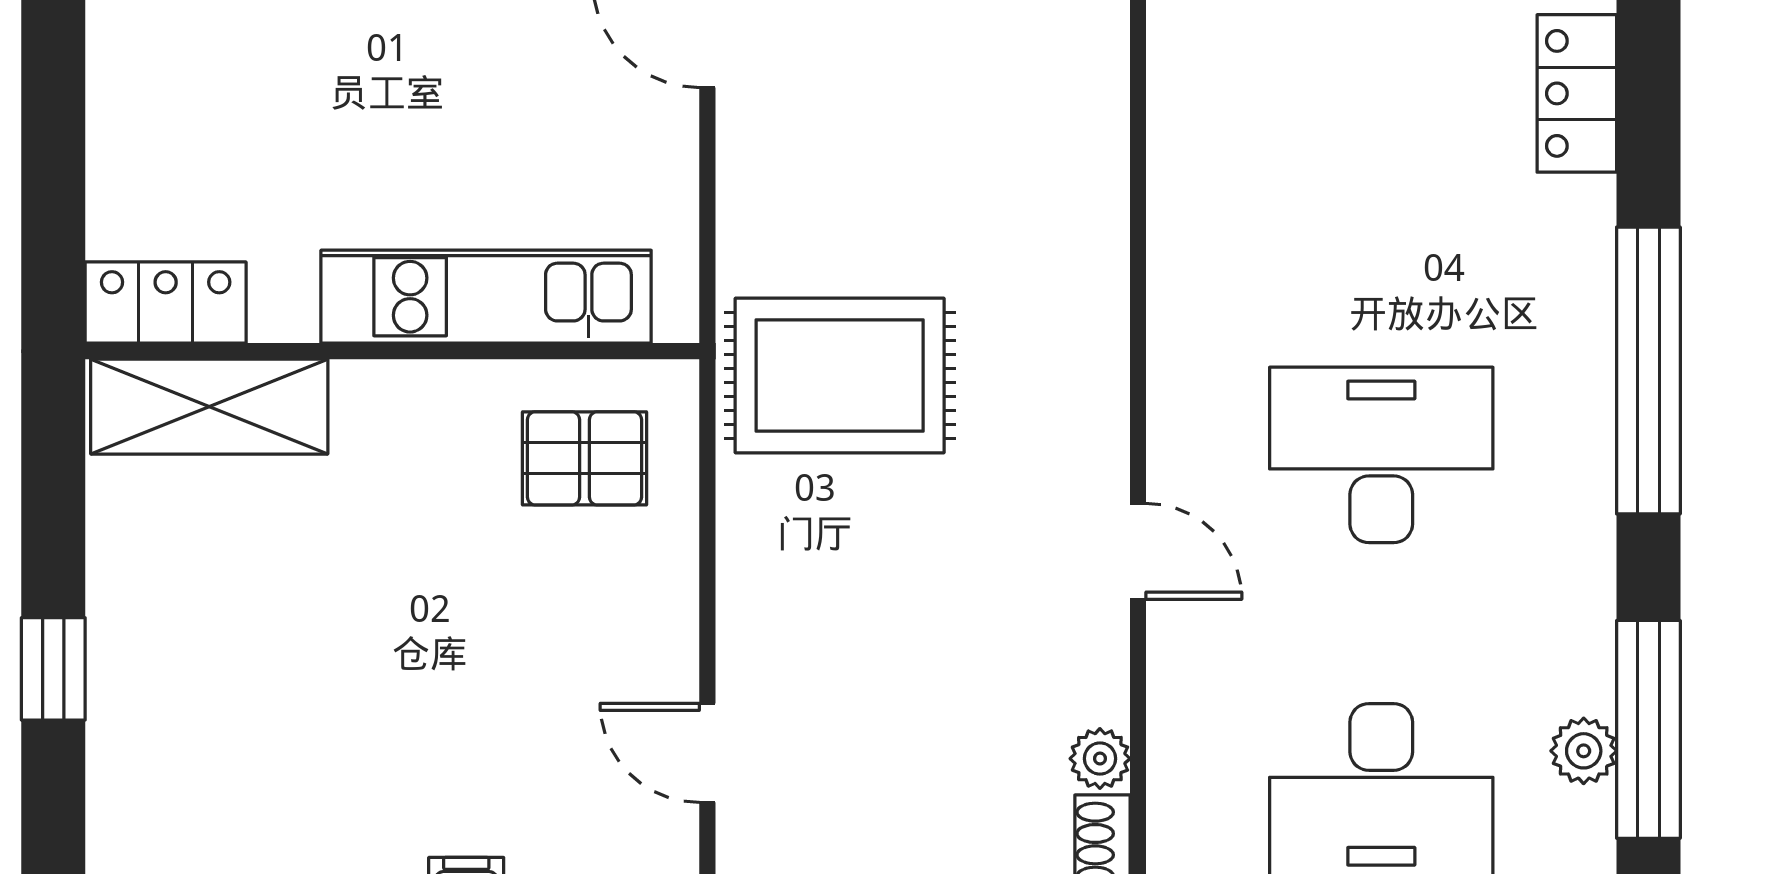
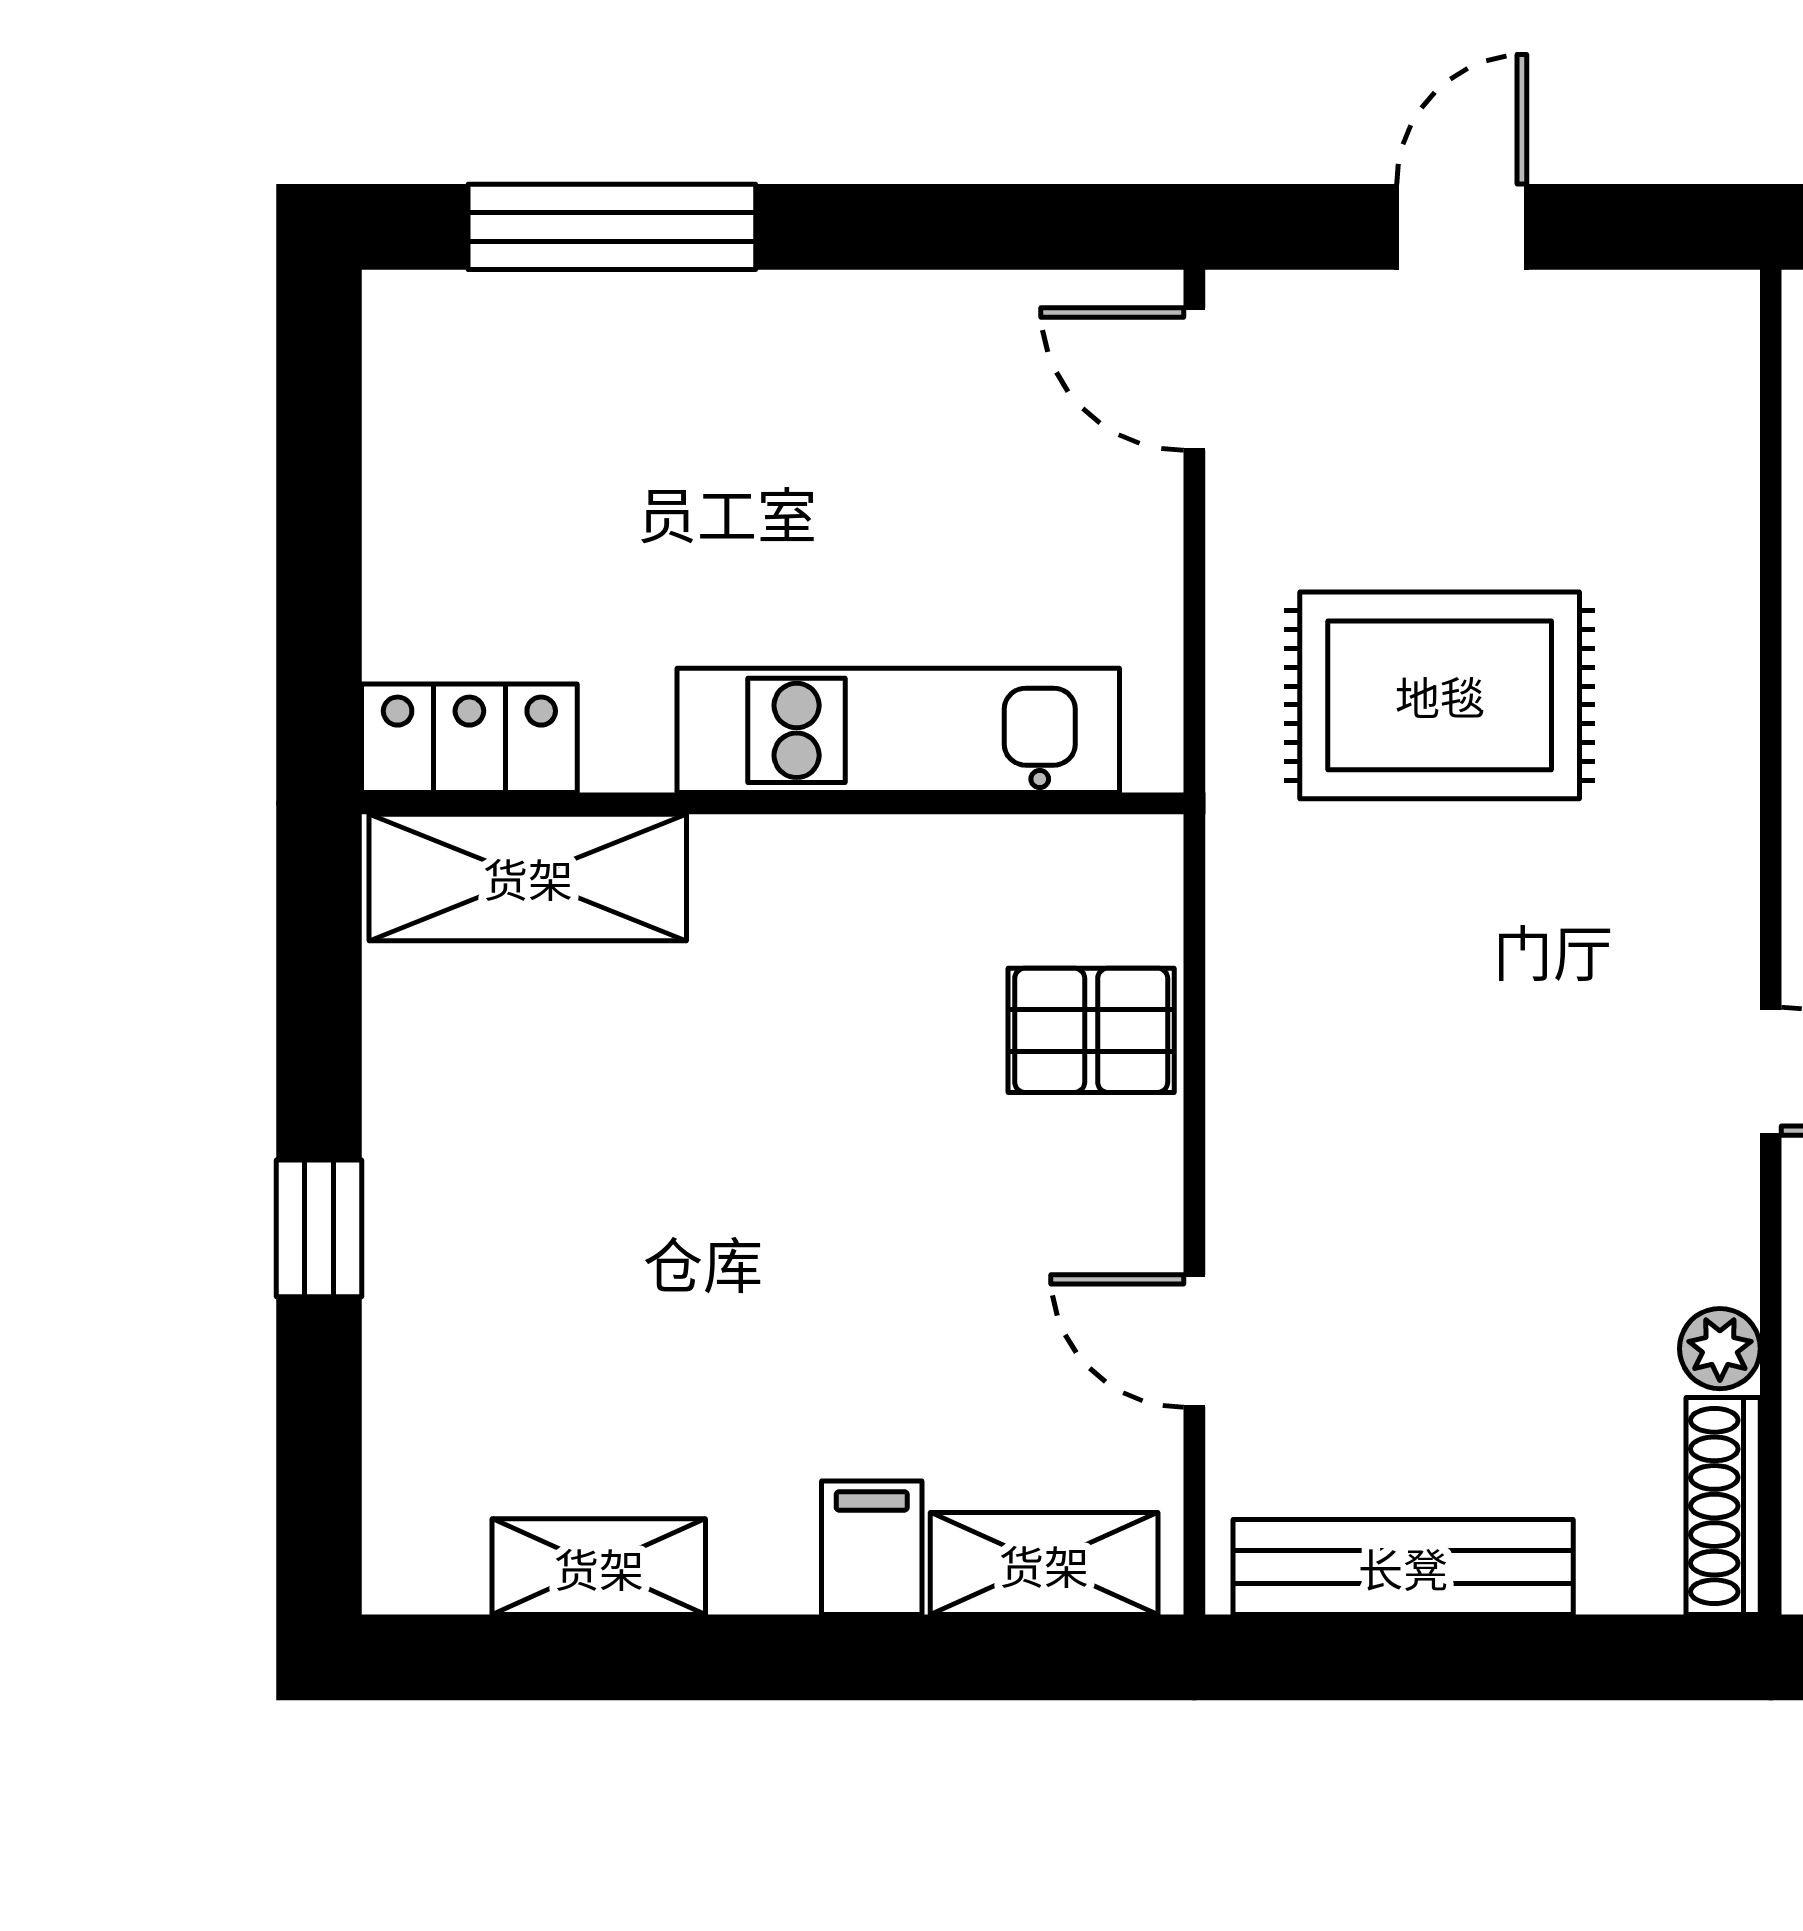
rug: (840, 375) -> (1440, 695), moved
pallet: (584, 458) -> (1091, 1030), moved

